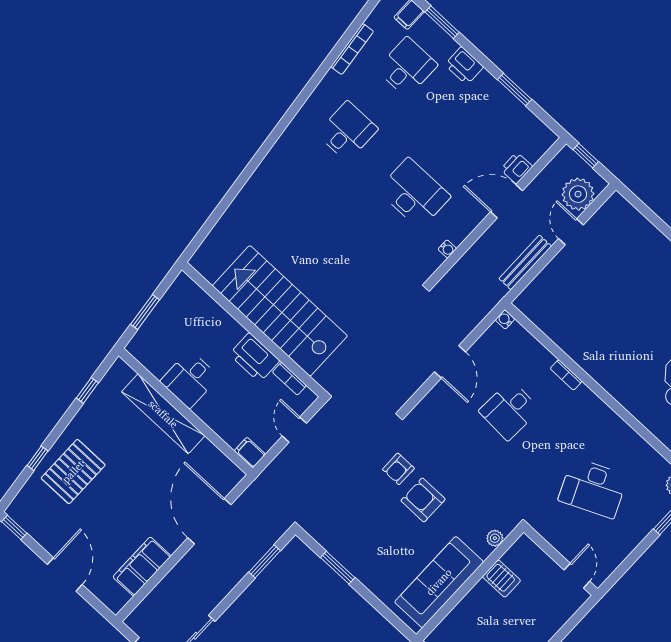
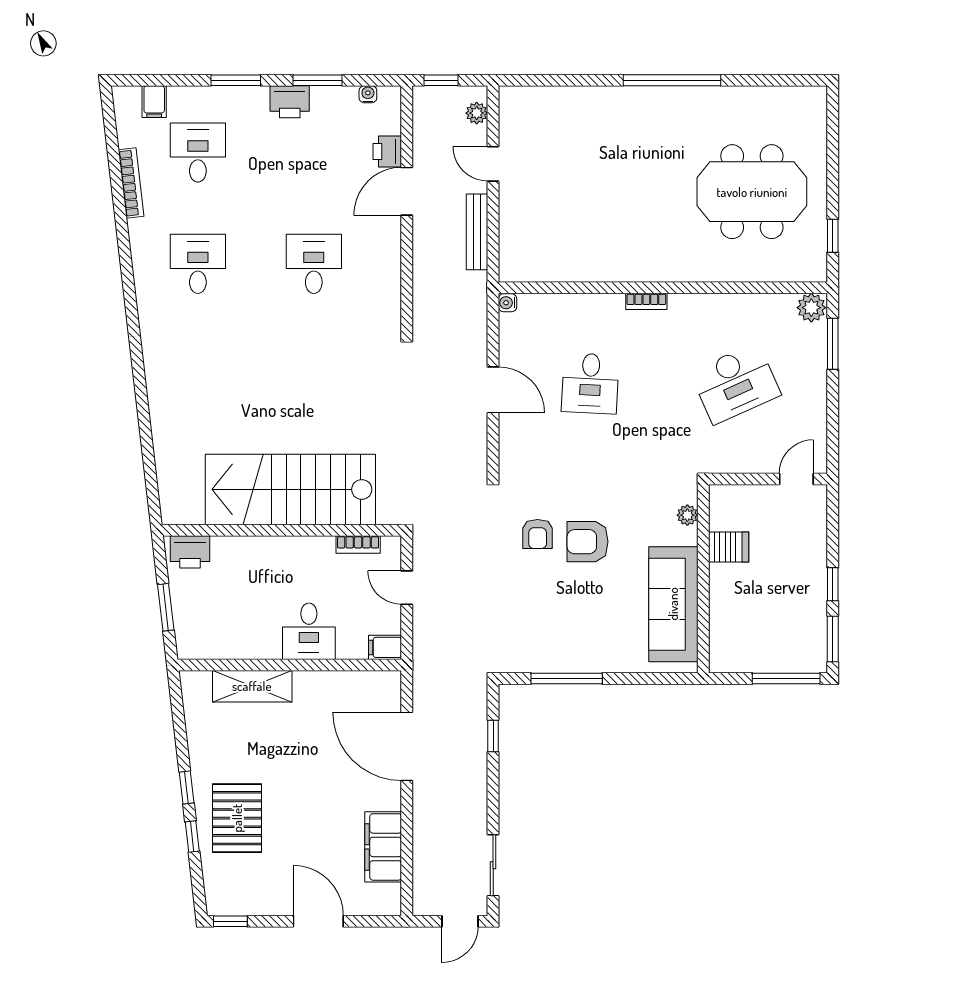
window: (442, 22) -> (236, 80), moved
printer: (464, 66) -> (290, 102), moved
desk: (414, 193) -> (314, 264), width x0.73
plant: (578, 194) -> (477, 113), width x0.53, depth x0.53
water cooler: (447, 249) -> (368, 94), moved, turned -90
printer: (254, 357) -> (190, 552), moved, width x0.73, depth x0.84
bookcase: (566, 375) -> (646, 301), moved
desk: (190, 379) -> (309, 631), moved
window: (87, 390) -> (187, 788), moved
shelving: (163, 414) -> (252, 686), width x0.68
window: (265, 561) -> (493, 736), width x0.67
window: (338, 568) -> (567, 679), width x1.44
door: (577, 576) -> (796, 479), hinge flipped

